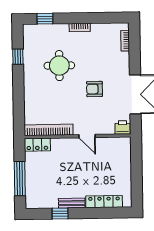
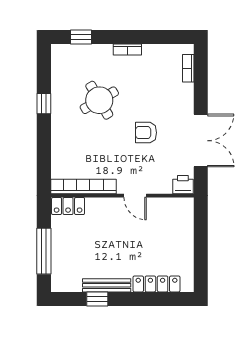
window: (18, 57) -> (44, 104), moved
round table: (59, 66) -> (99, 100), turned -30
bench: (72, 203) -> (107, 285), width x1.36

